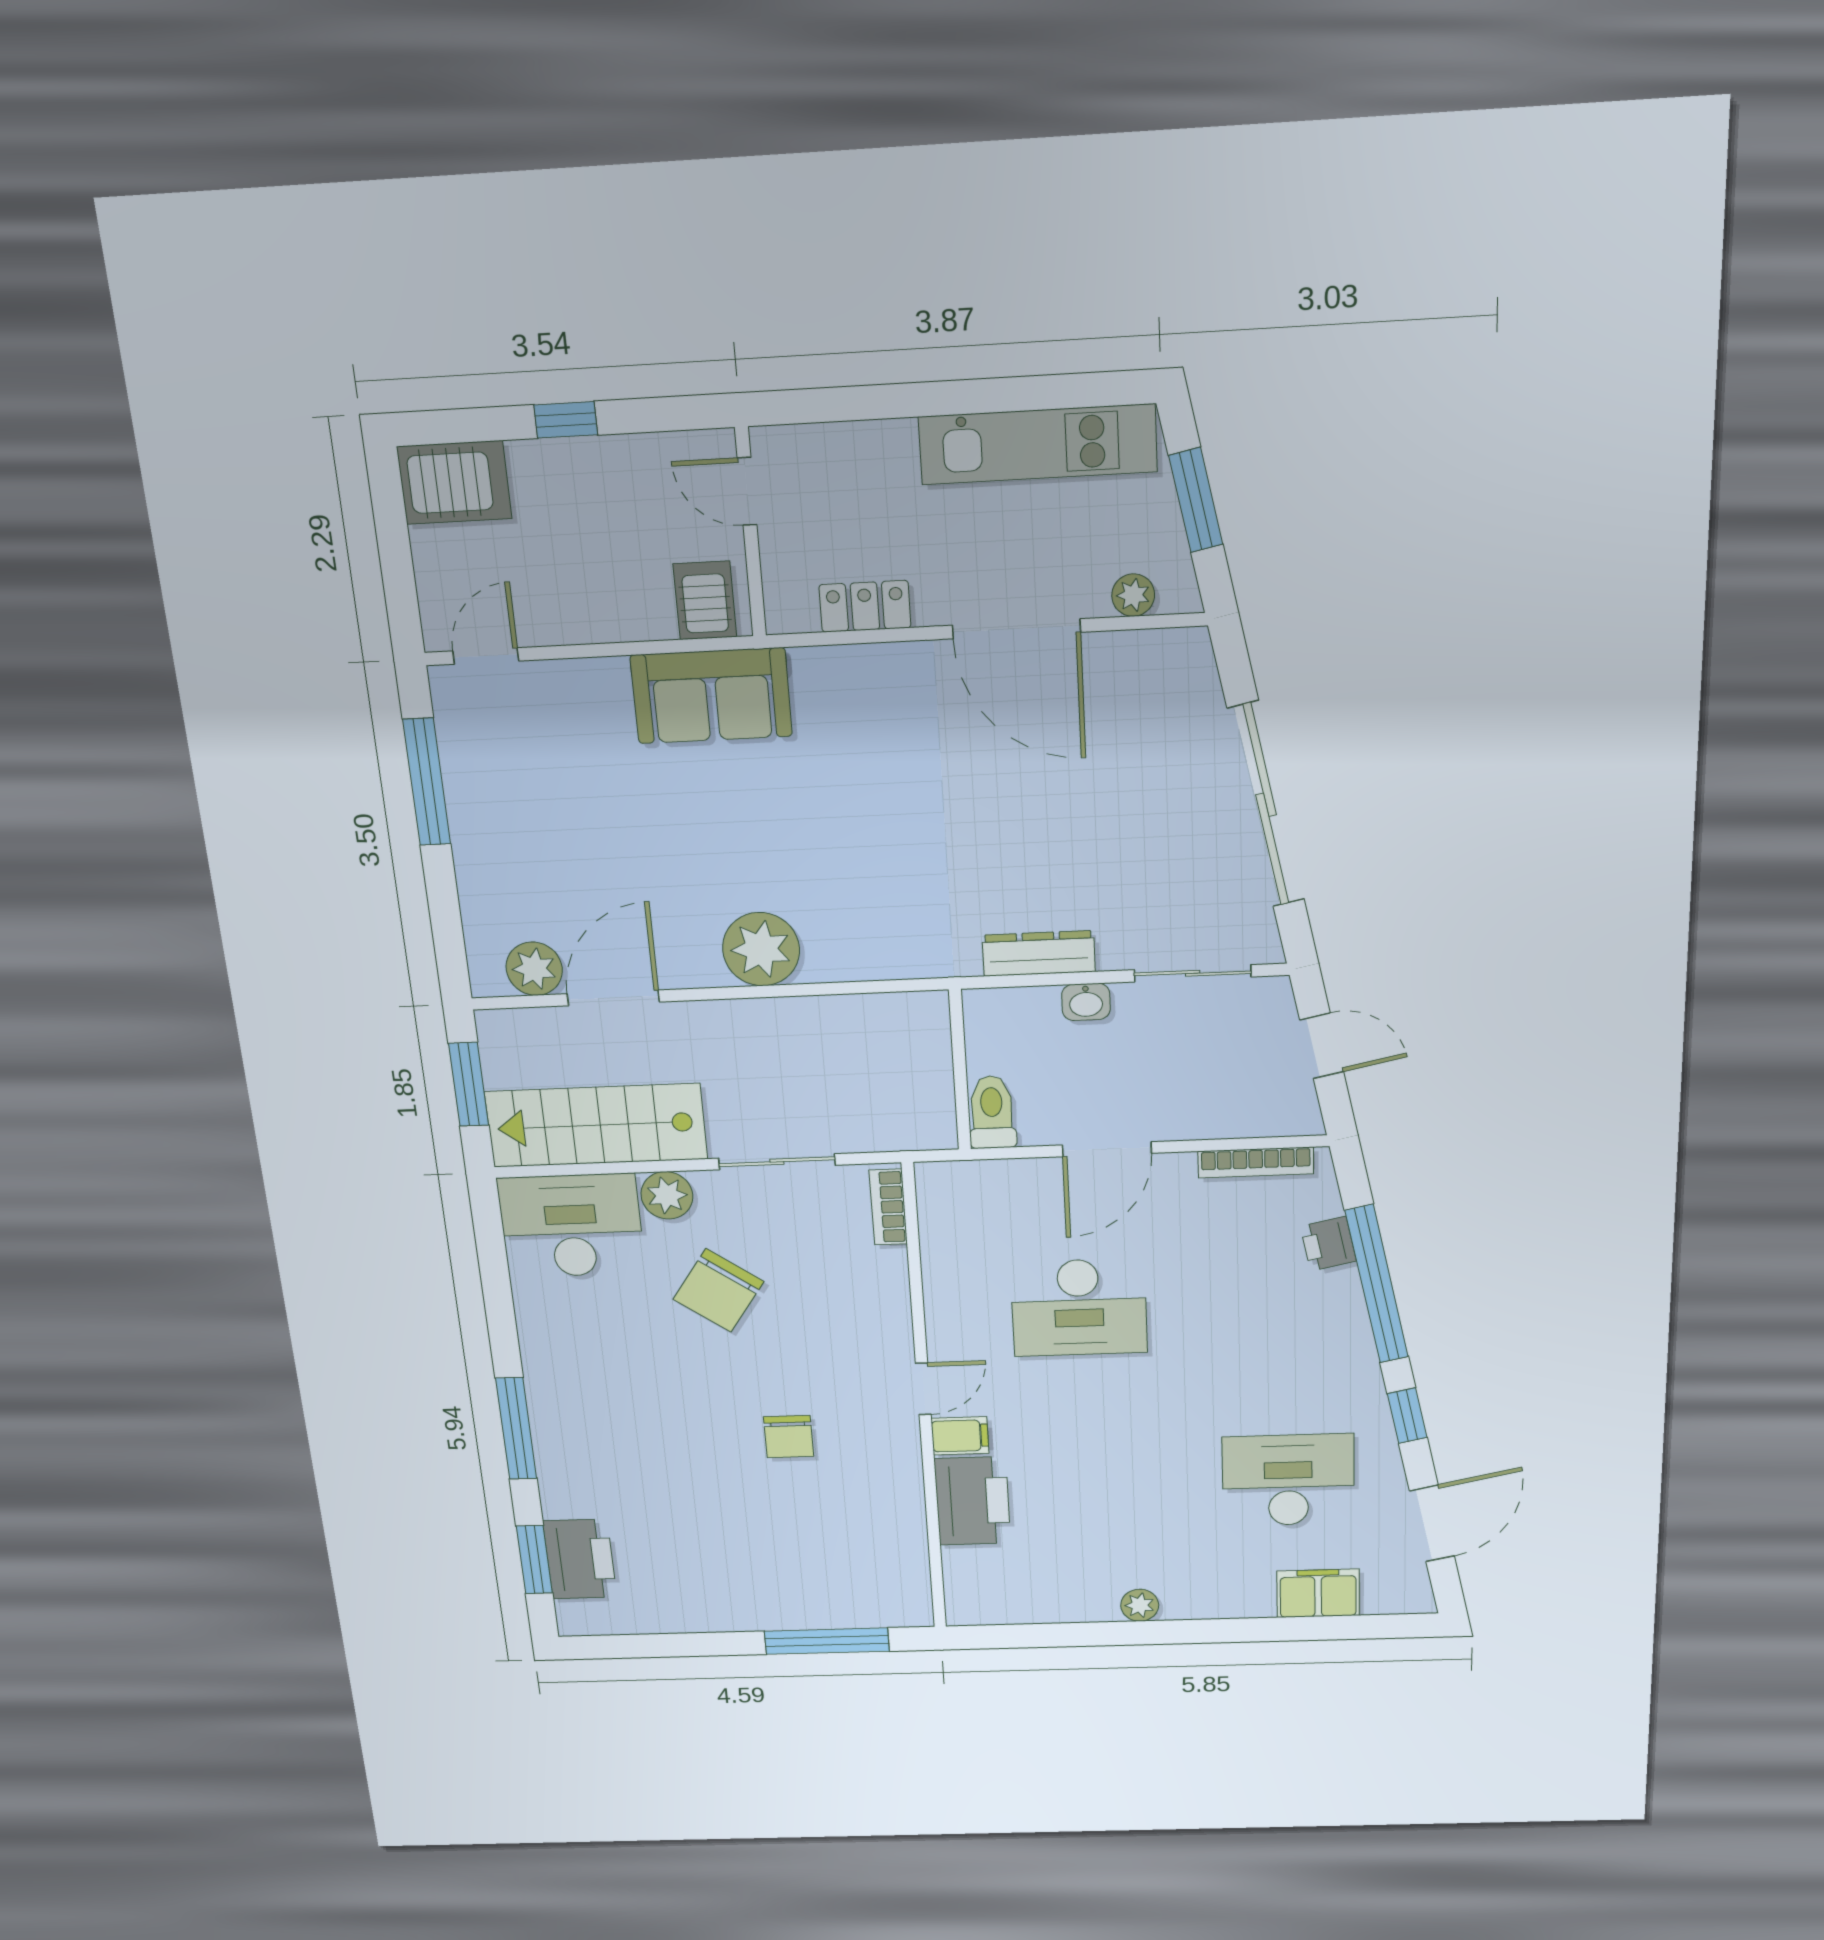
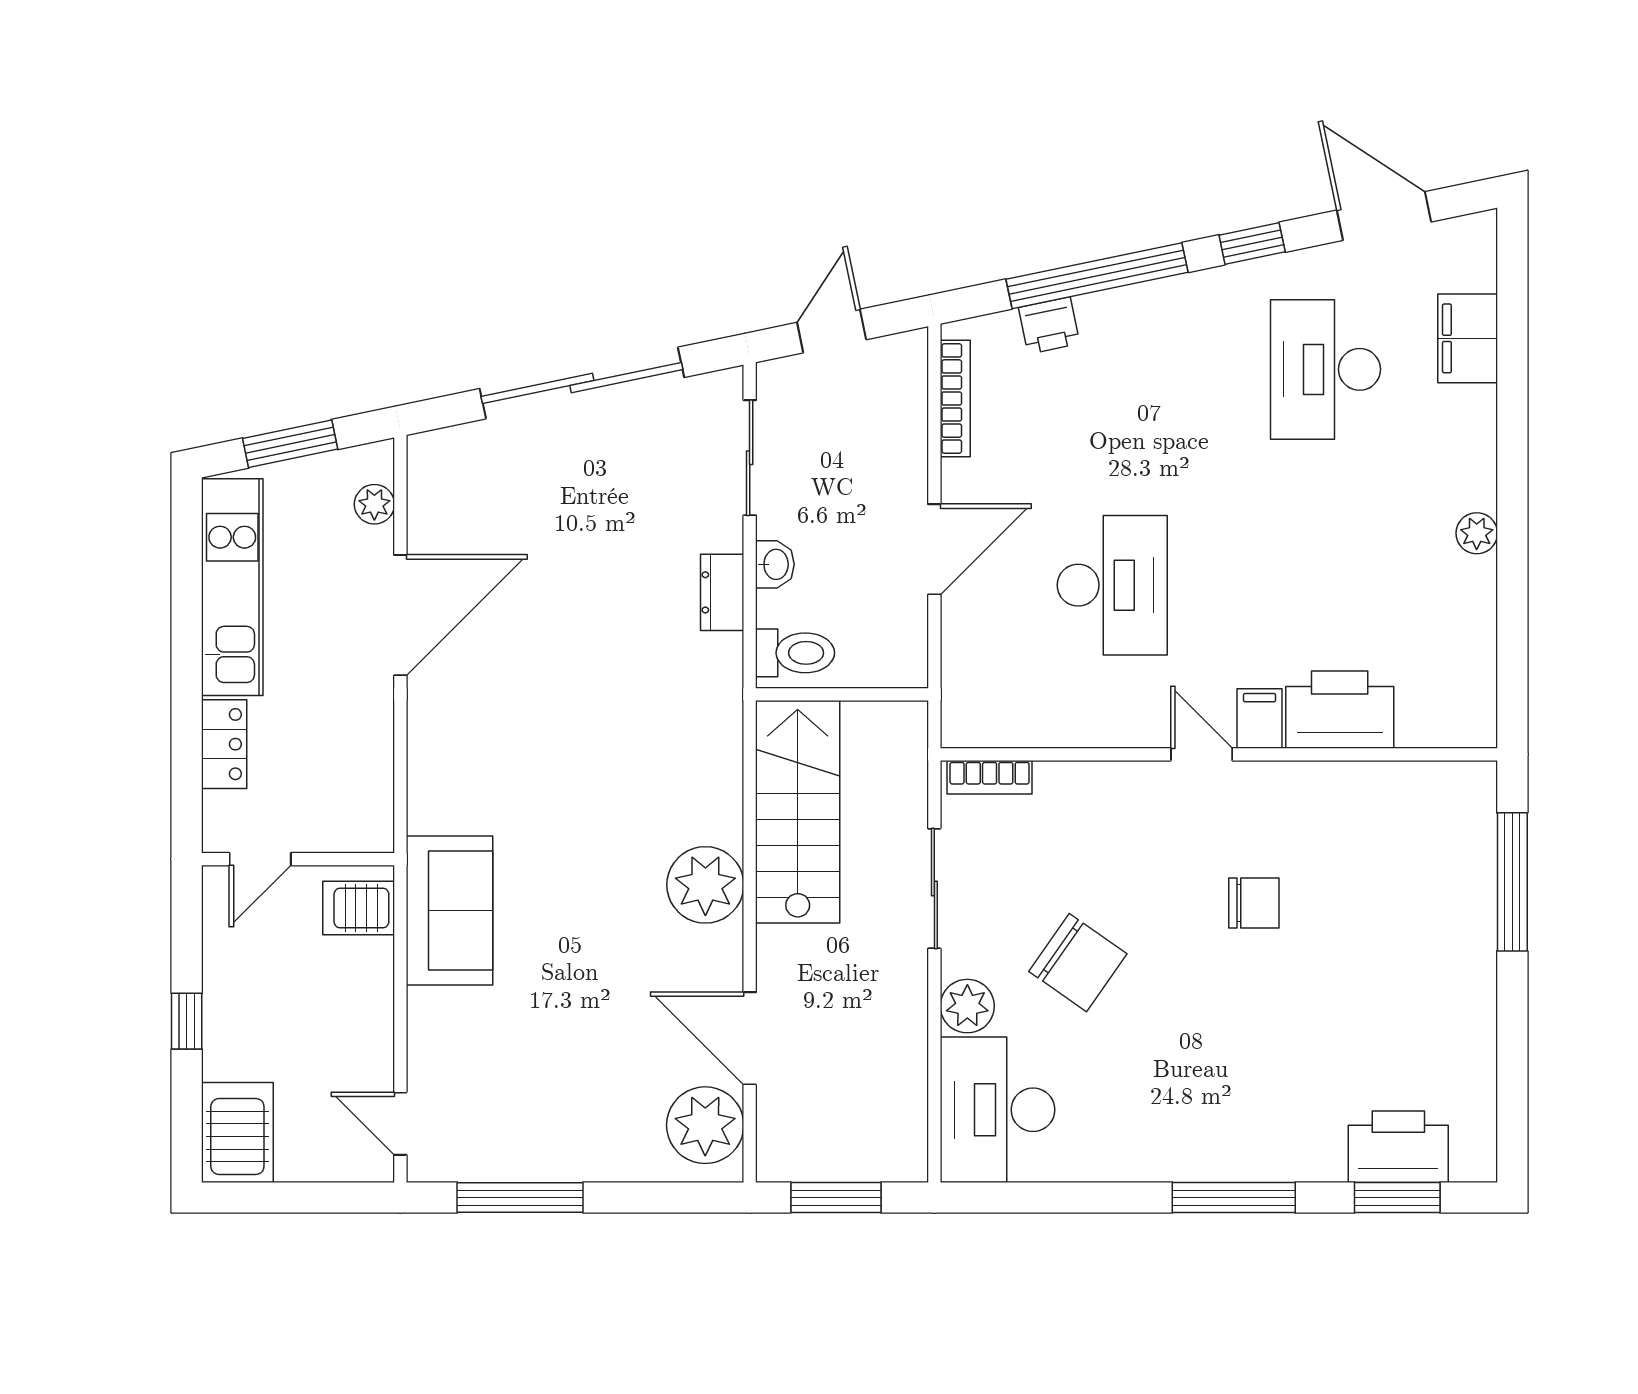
locker: (865, 606) -> (224, 744), moved, turned 180
dresser: (1039, 953) -> (722, 592), width x0.70
plant: (534, 969) -> (705, 1125), width x1.36, depth x1.36
toilet: (992, 1112) -> (795, 653), moved, turned 180
stairs: (596, 1125) -> (798, 812), moved, turned 180
door: (1107, 1149) -> (934, 549), hinge flipped

